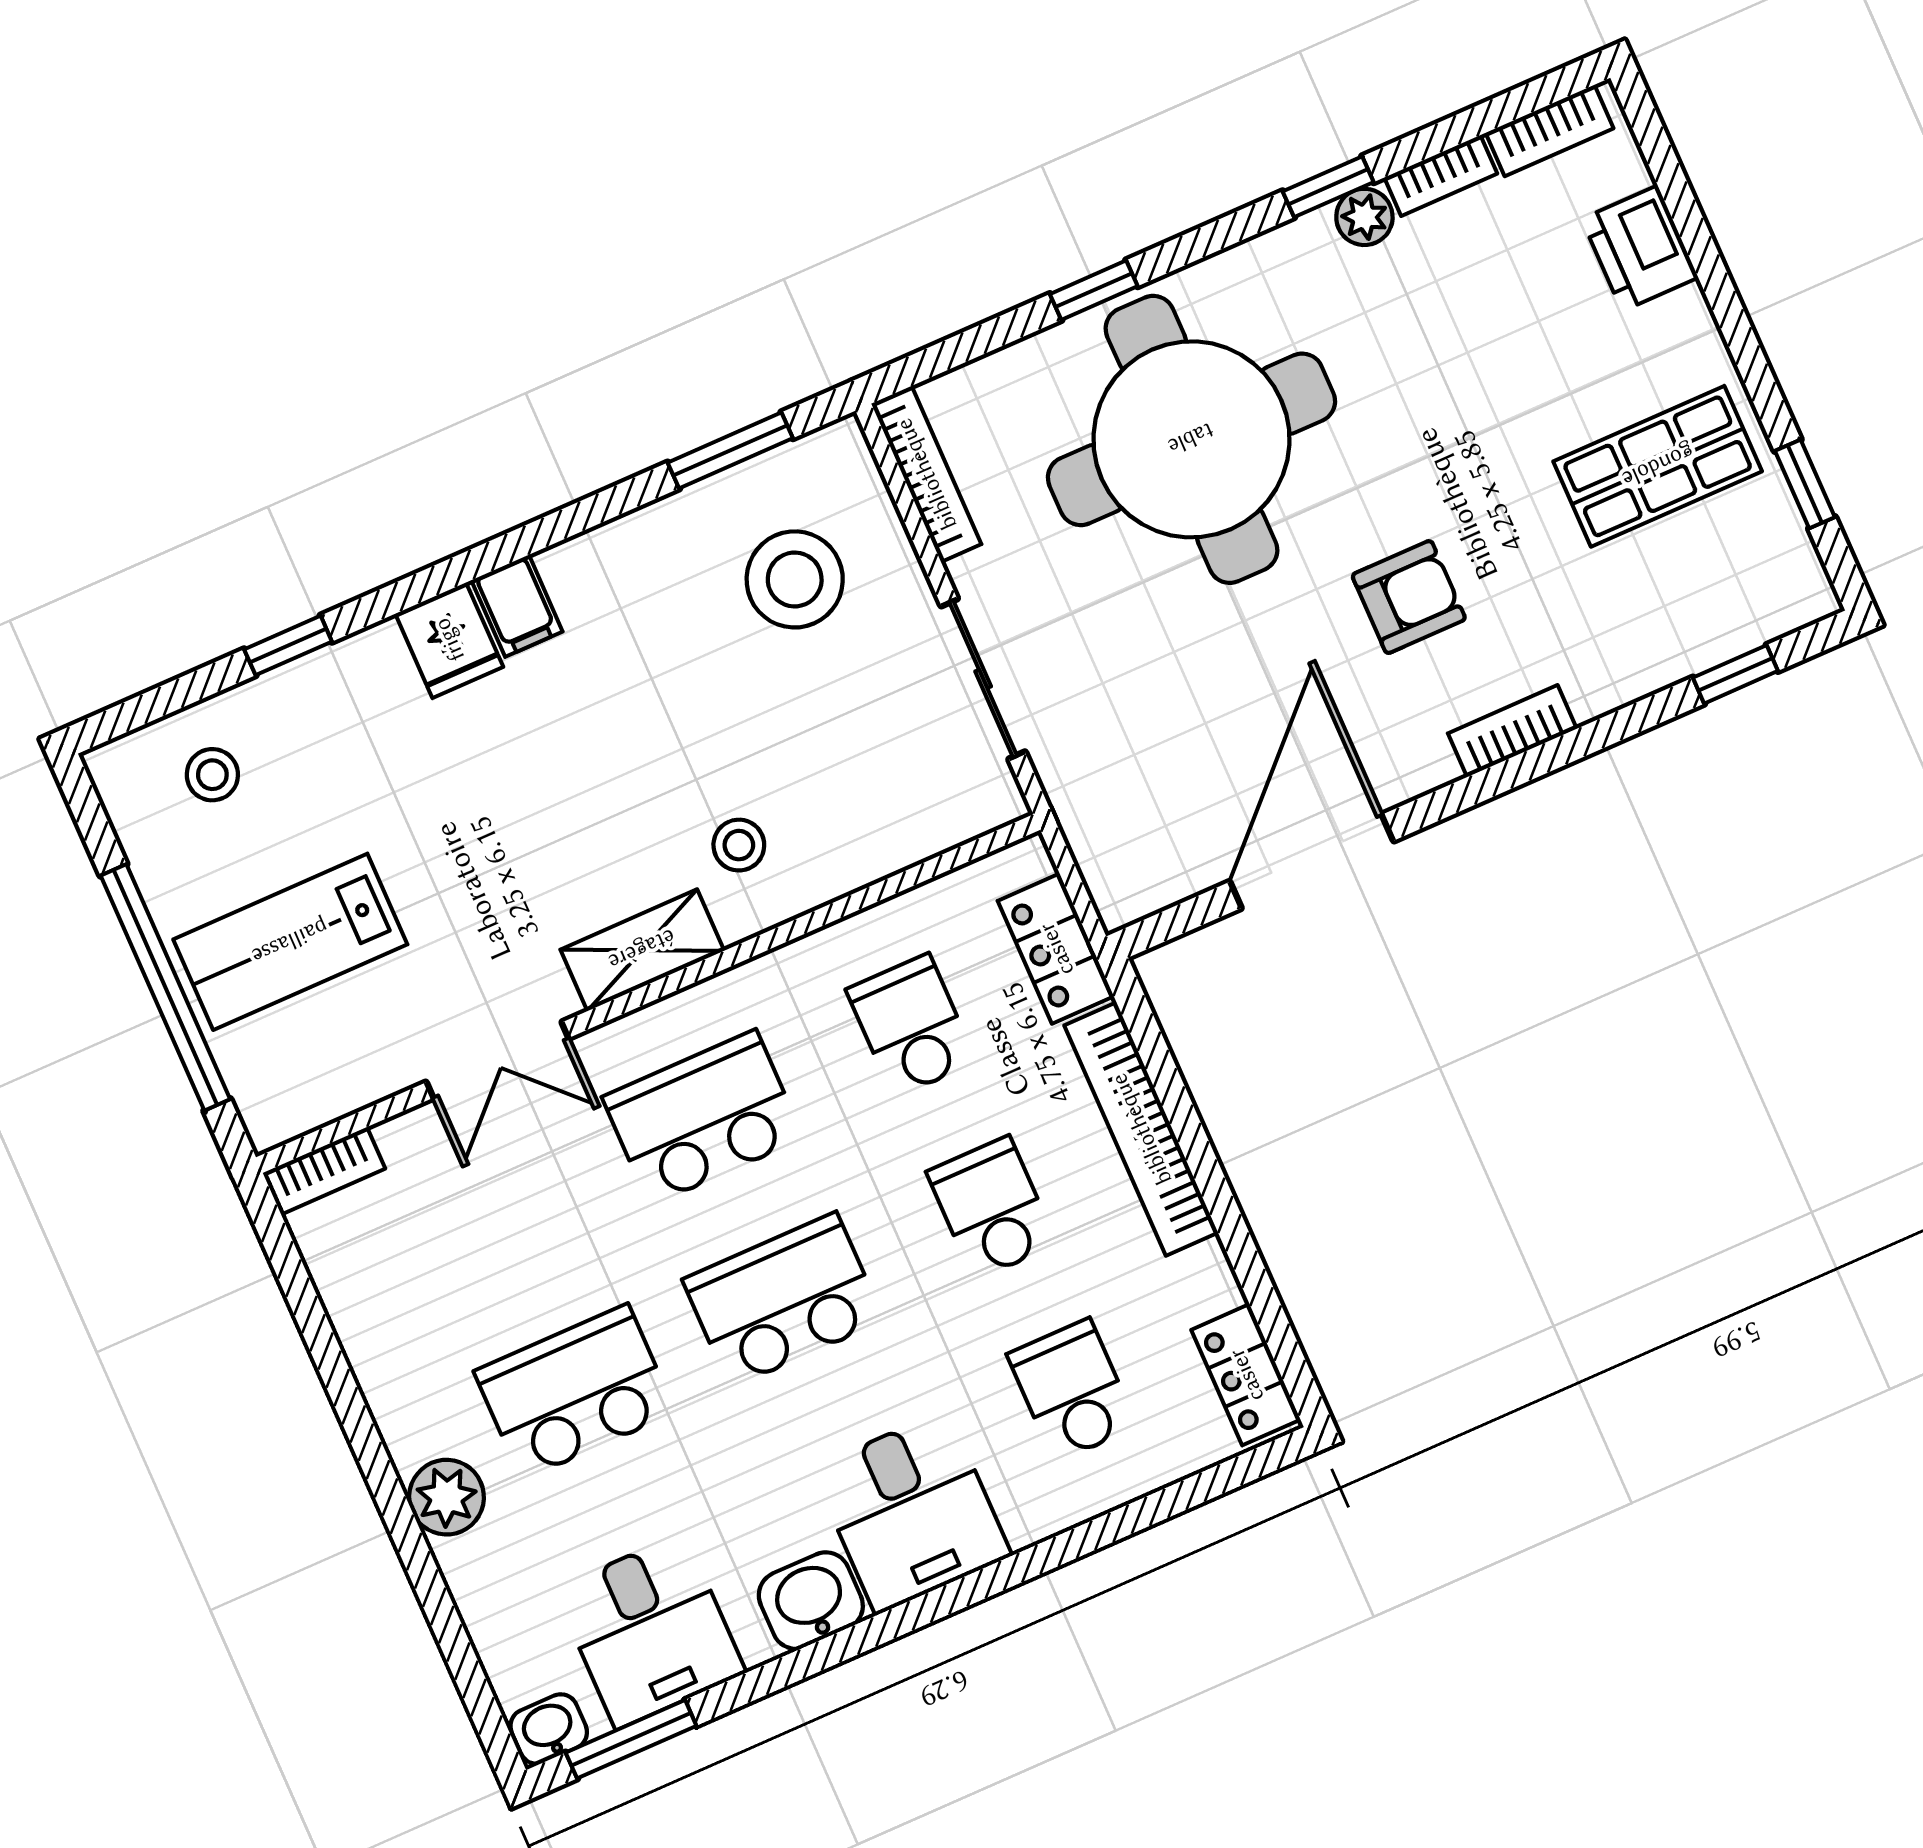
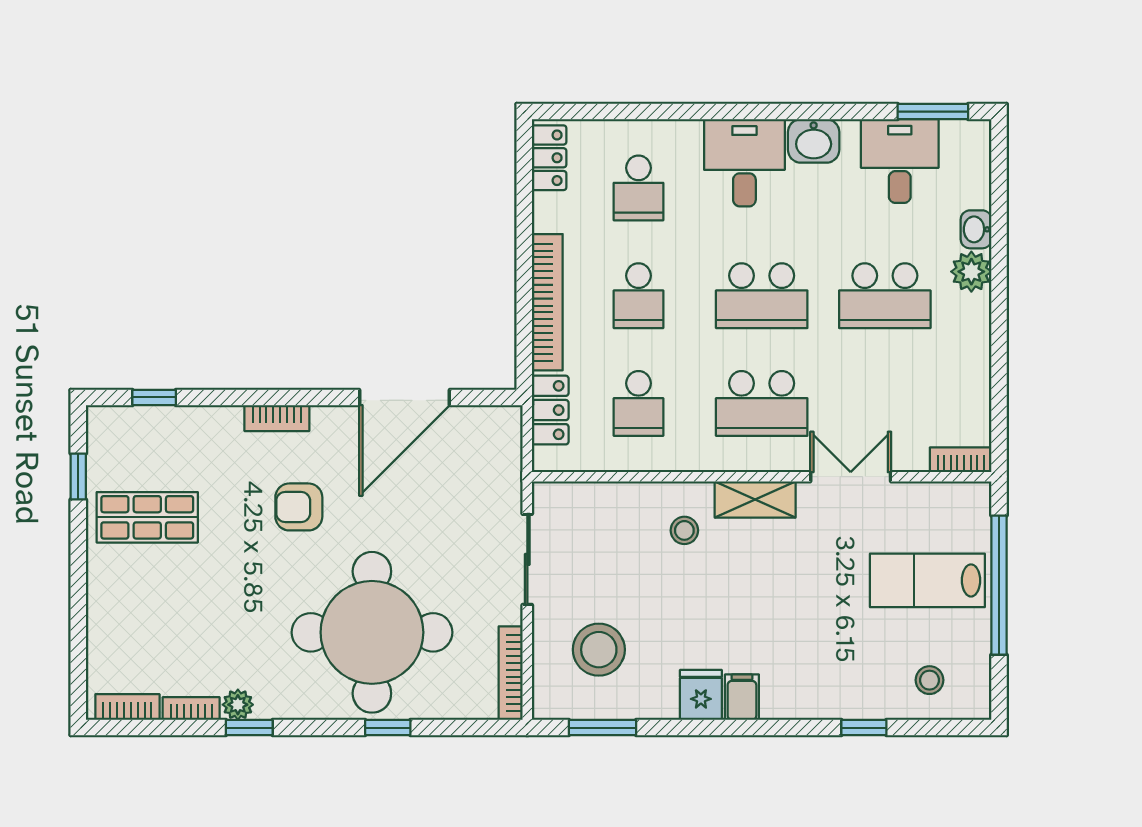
printer: (1640, 248) -> (108, 629), removed
fridge: (449, 640) -> (701, 695), moved
lab bench: (290, 942) -> (927, 580), turned 180
washbasin: (549, 1729) -> (976, 229), moved, turned 90

